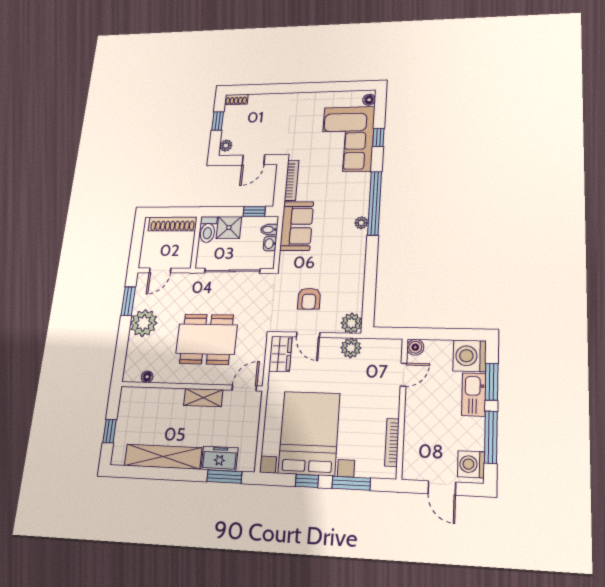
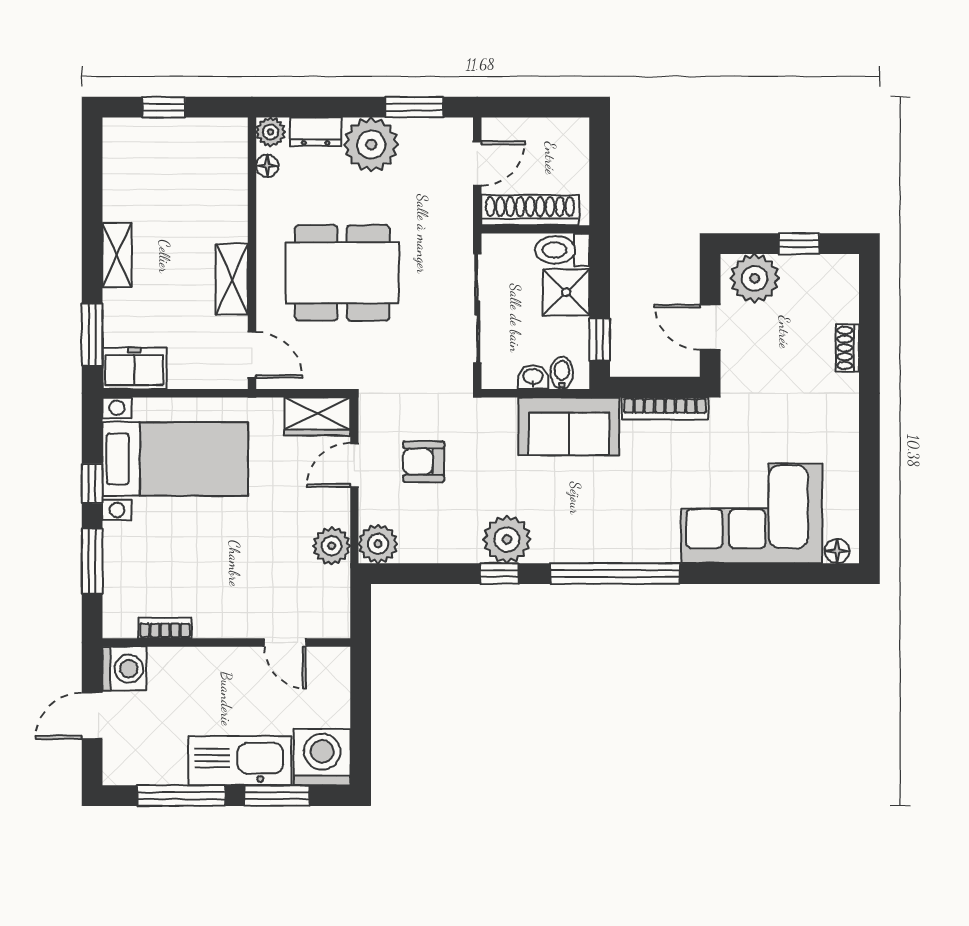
shoe rack: (236, 99) -> (847, 348), moved
window: (378, 137) -> (499, 574), moved
plant: (226, 146) -> (755, 278), width x1.88, depth x1.88
plant: (361, 223) -> (507, 539), moved, width x1.88, depth x1.88
shoe rack: (173, 224) -> (530, 210), moved, turned 90
door: (160, 270) -> (477, 163), swing flipped
dining table: (207, 339) -> (342, 273), turned 90
boiler: (415, 347) -> (335, 661), removed
dresser: (133, 351) -> (316, 132), added
plant: (130, 375) -> (271, 132), added
kitchen sink: (474, 394) -> (240, 761), width x1.36, depth x1.24
bed with nightstands: (309, 433) -> (175, 459), width x0.73
bookcase: (392, 442) -> (165, 628), width x0.64
shelving: (163, 457) -> (117, 255), width x0.45, depth x0.75
freezer: (220, 459) -> (134, 368), moved, turned -90
washing machine: (471, 464) -> (124, 669), moved, turned 90

